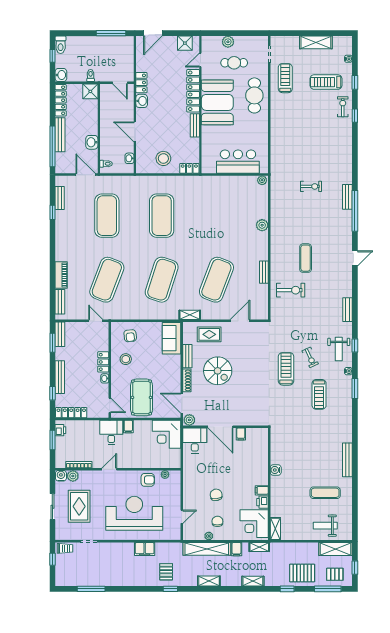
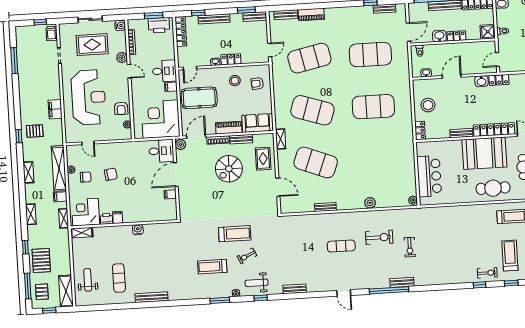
locker: (93, 124) -> (456, 36), added
exercise mat: (107, 280) -> (309, 58), turned -33
exercise bike: (291, 290) -> (379, 237), moved, turned -90
piano: (175, 368) -> (229, 128), added
printer: (60, 430) -> (159, 25), width x1.87, depth x1.48
corner desk: (167, 434) -> (160, 119), width x1.36, depth x1.36
plant: (73, 476) -> (122, 58), moved

